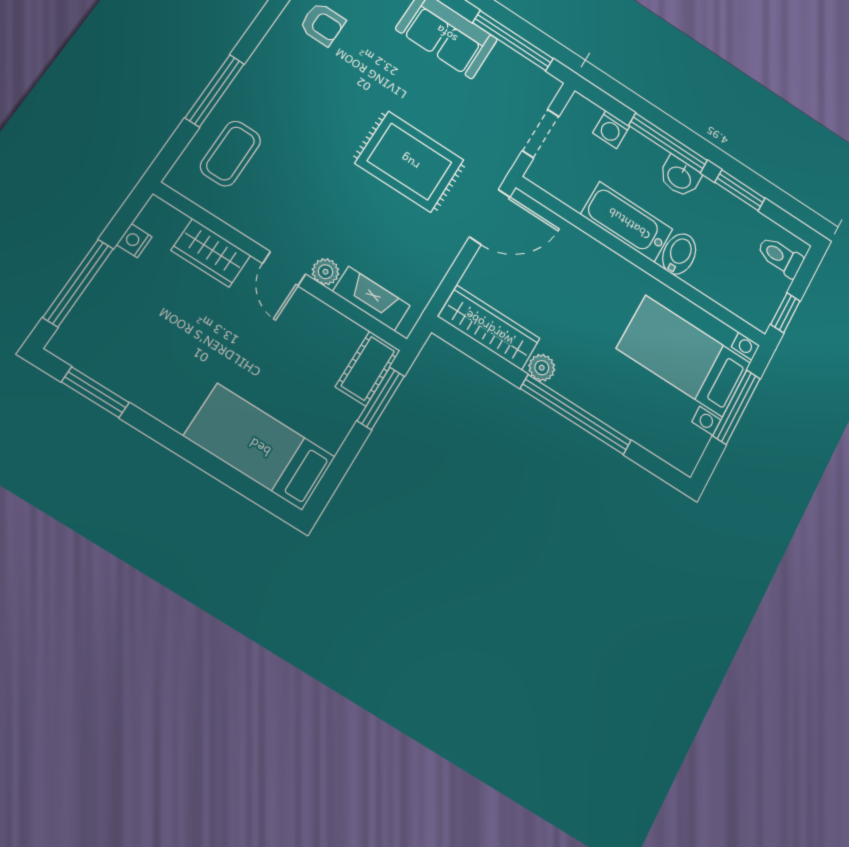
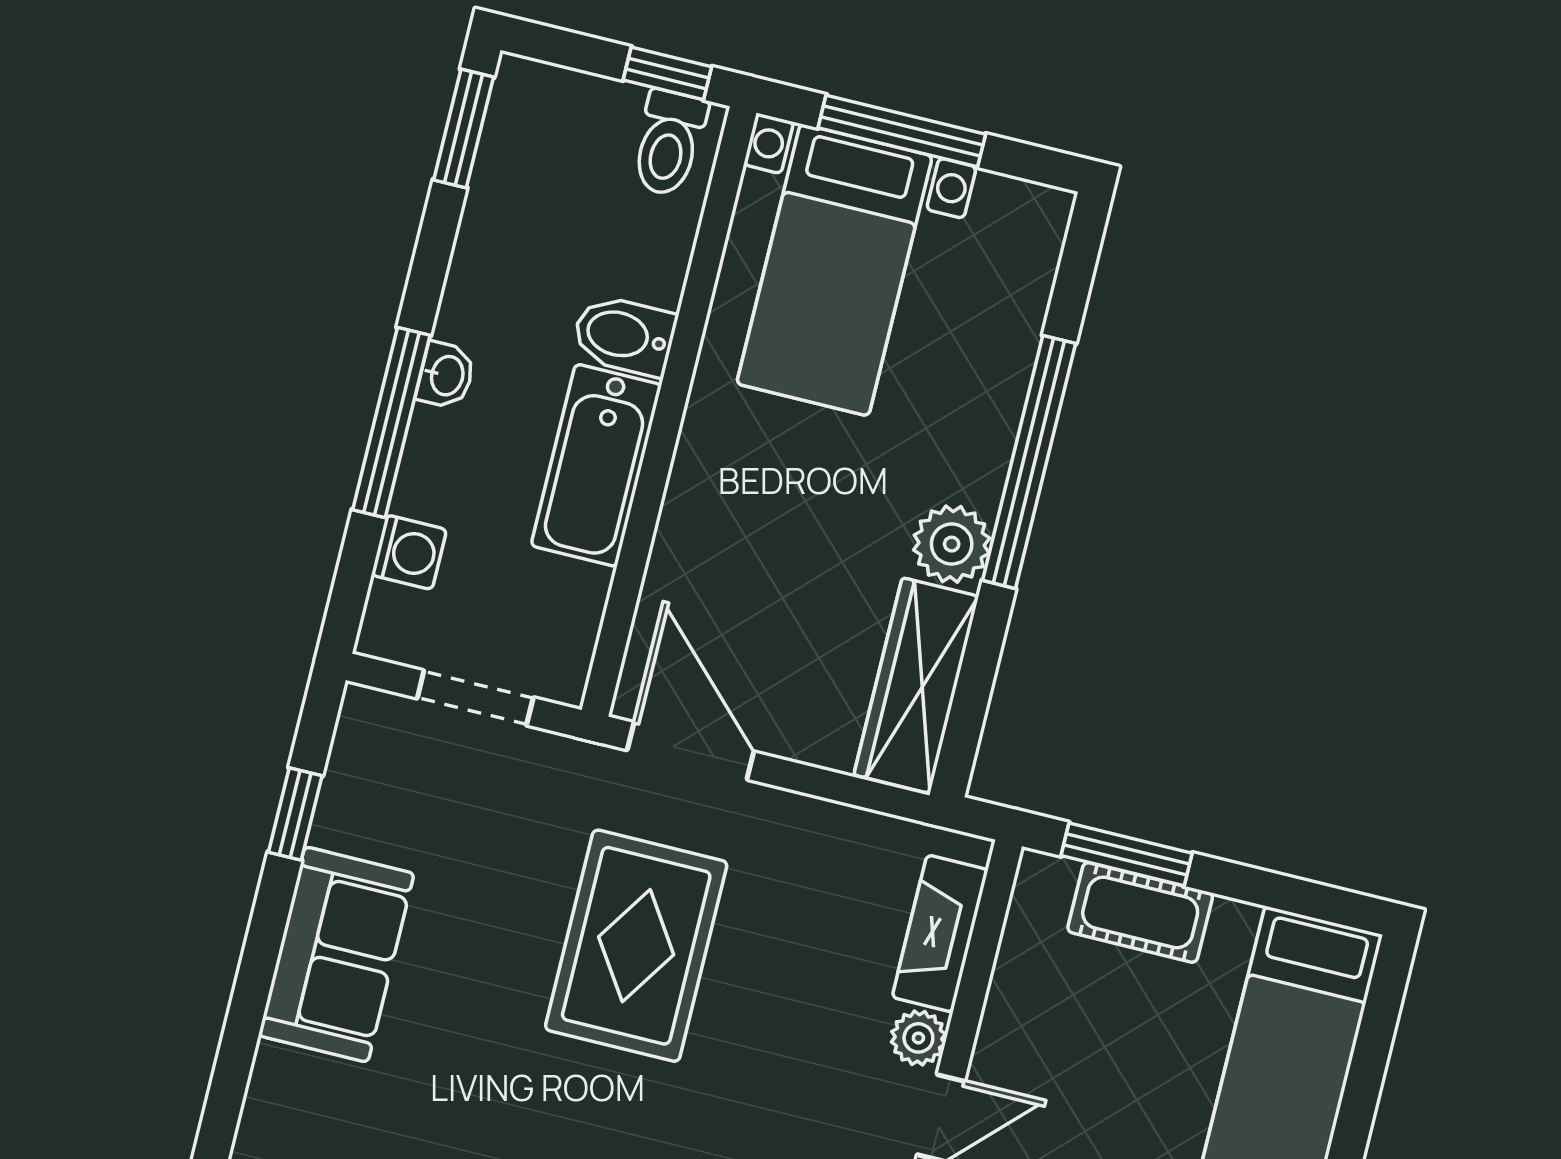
window: (513, 41) -> (295, 814), width x0.46
washbasin: (680, 177) -> (446, 375), width x0.72, depth x0.69
window: (740, 190) -> (464, 128), moved
toilet: (780, 257) -> (669, 143), moved
plant: (542, 368) -> (952, 544), width x1.38, depth x1.38
cot: (368, 369) -> (1140, 912), moved

